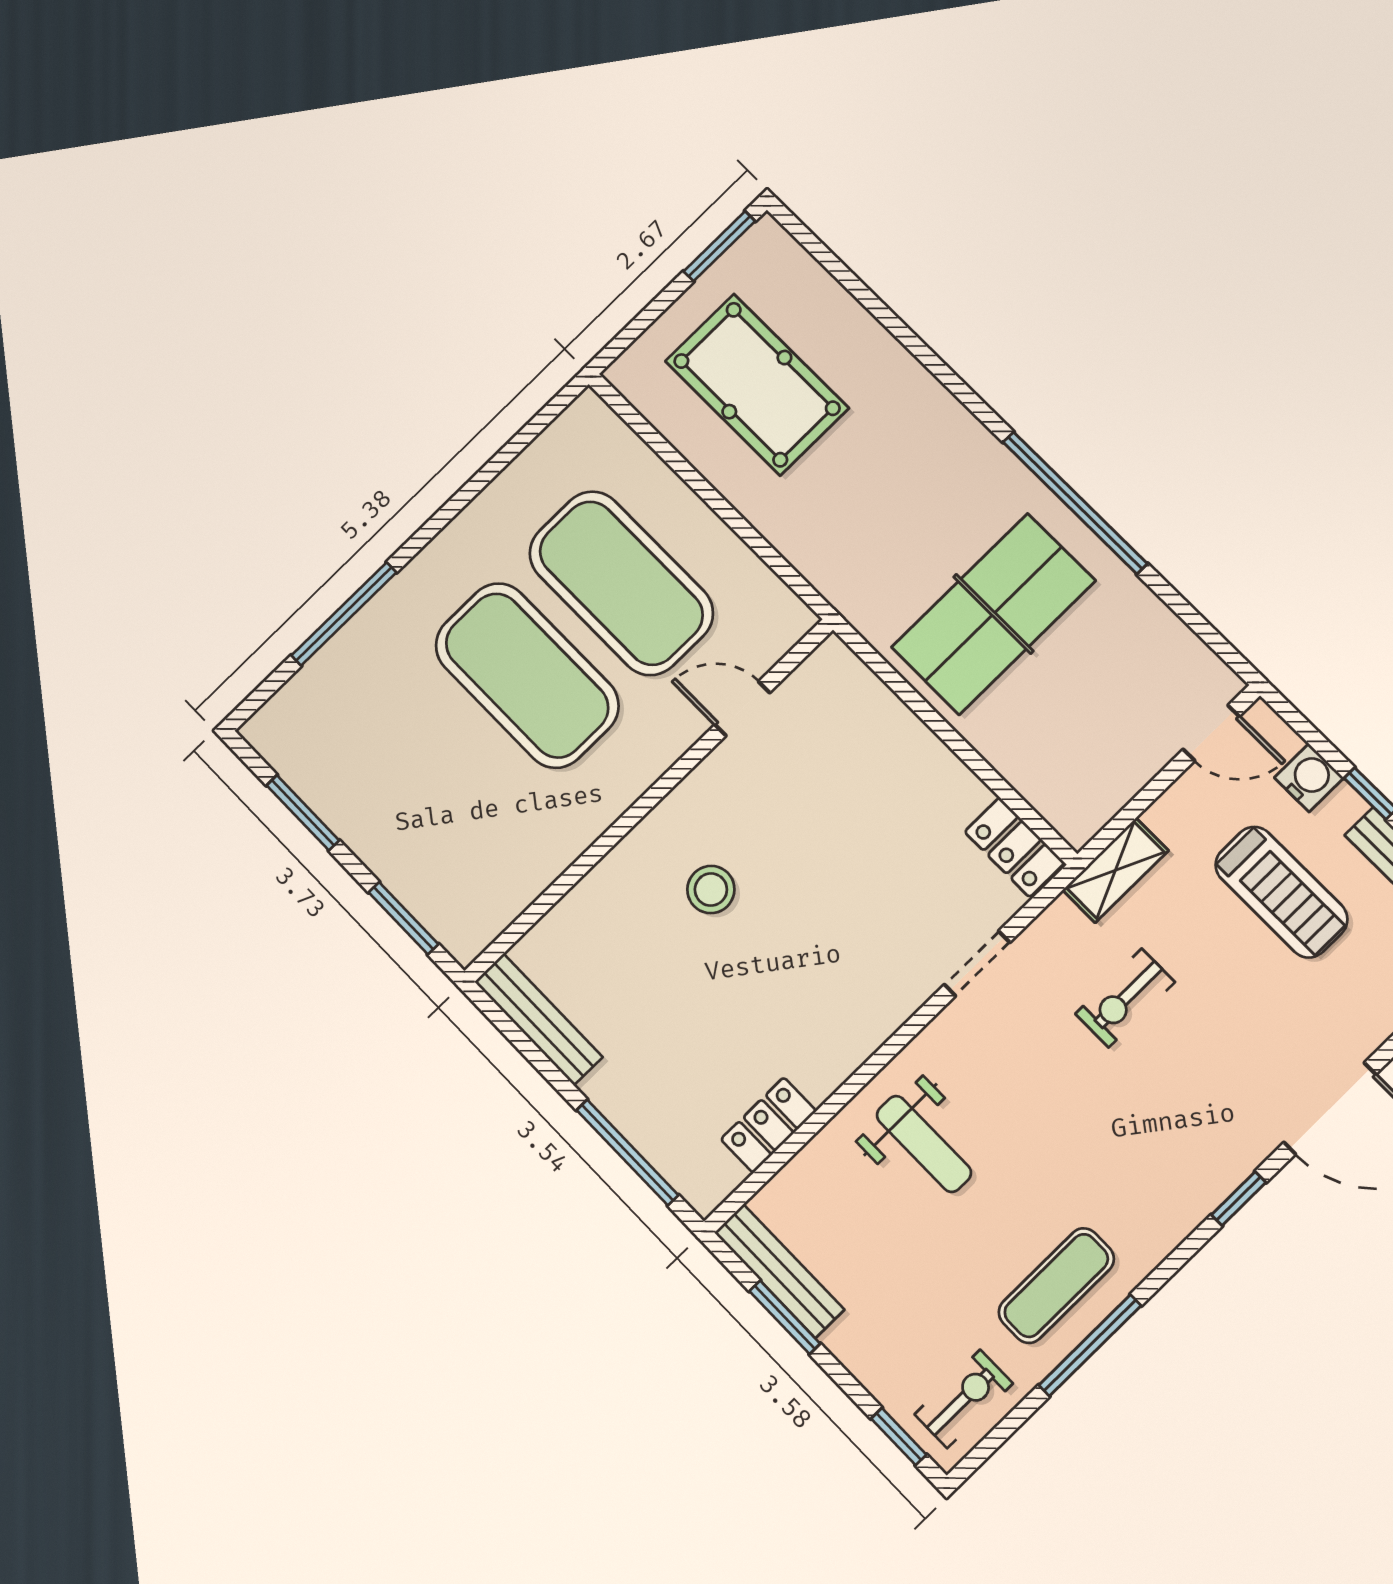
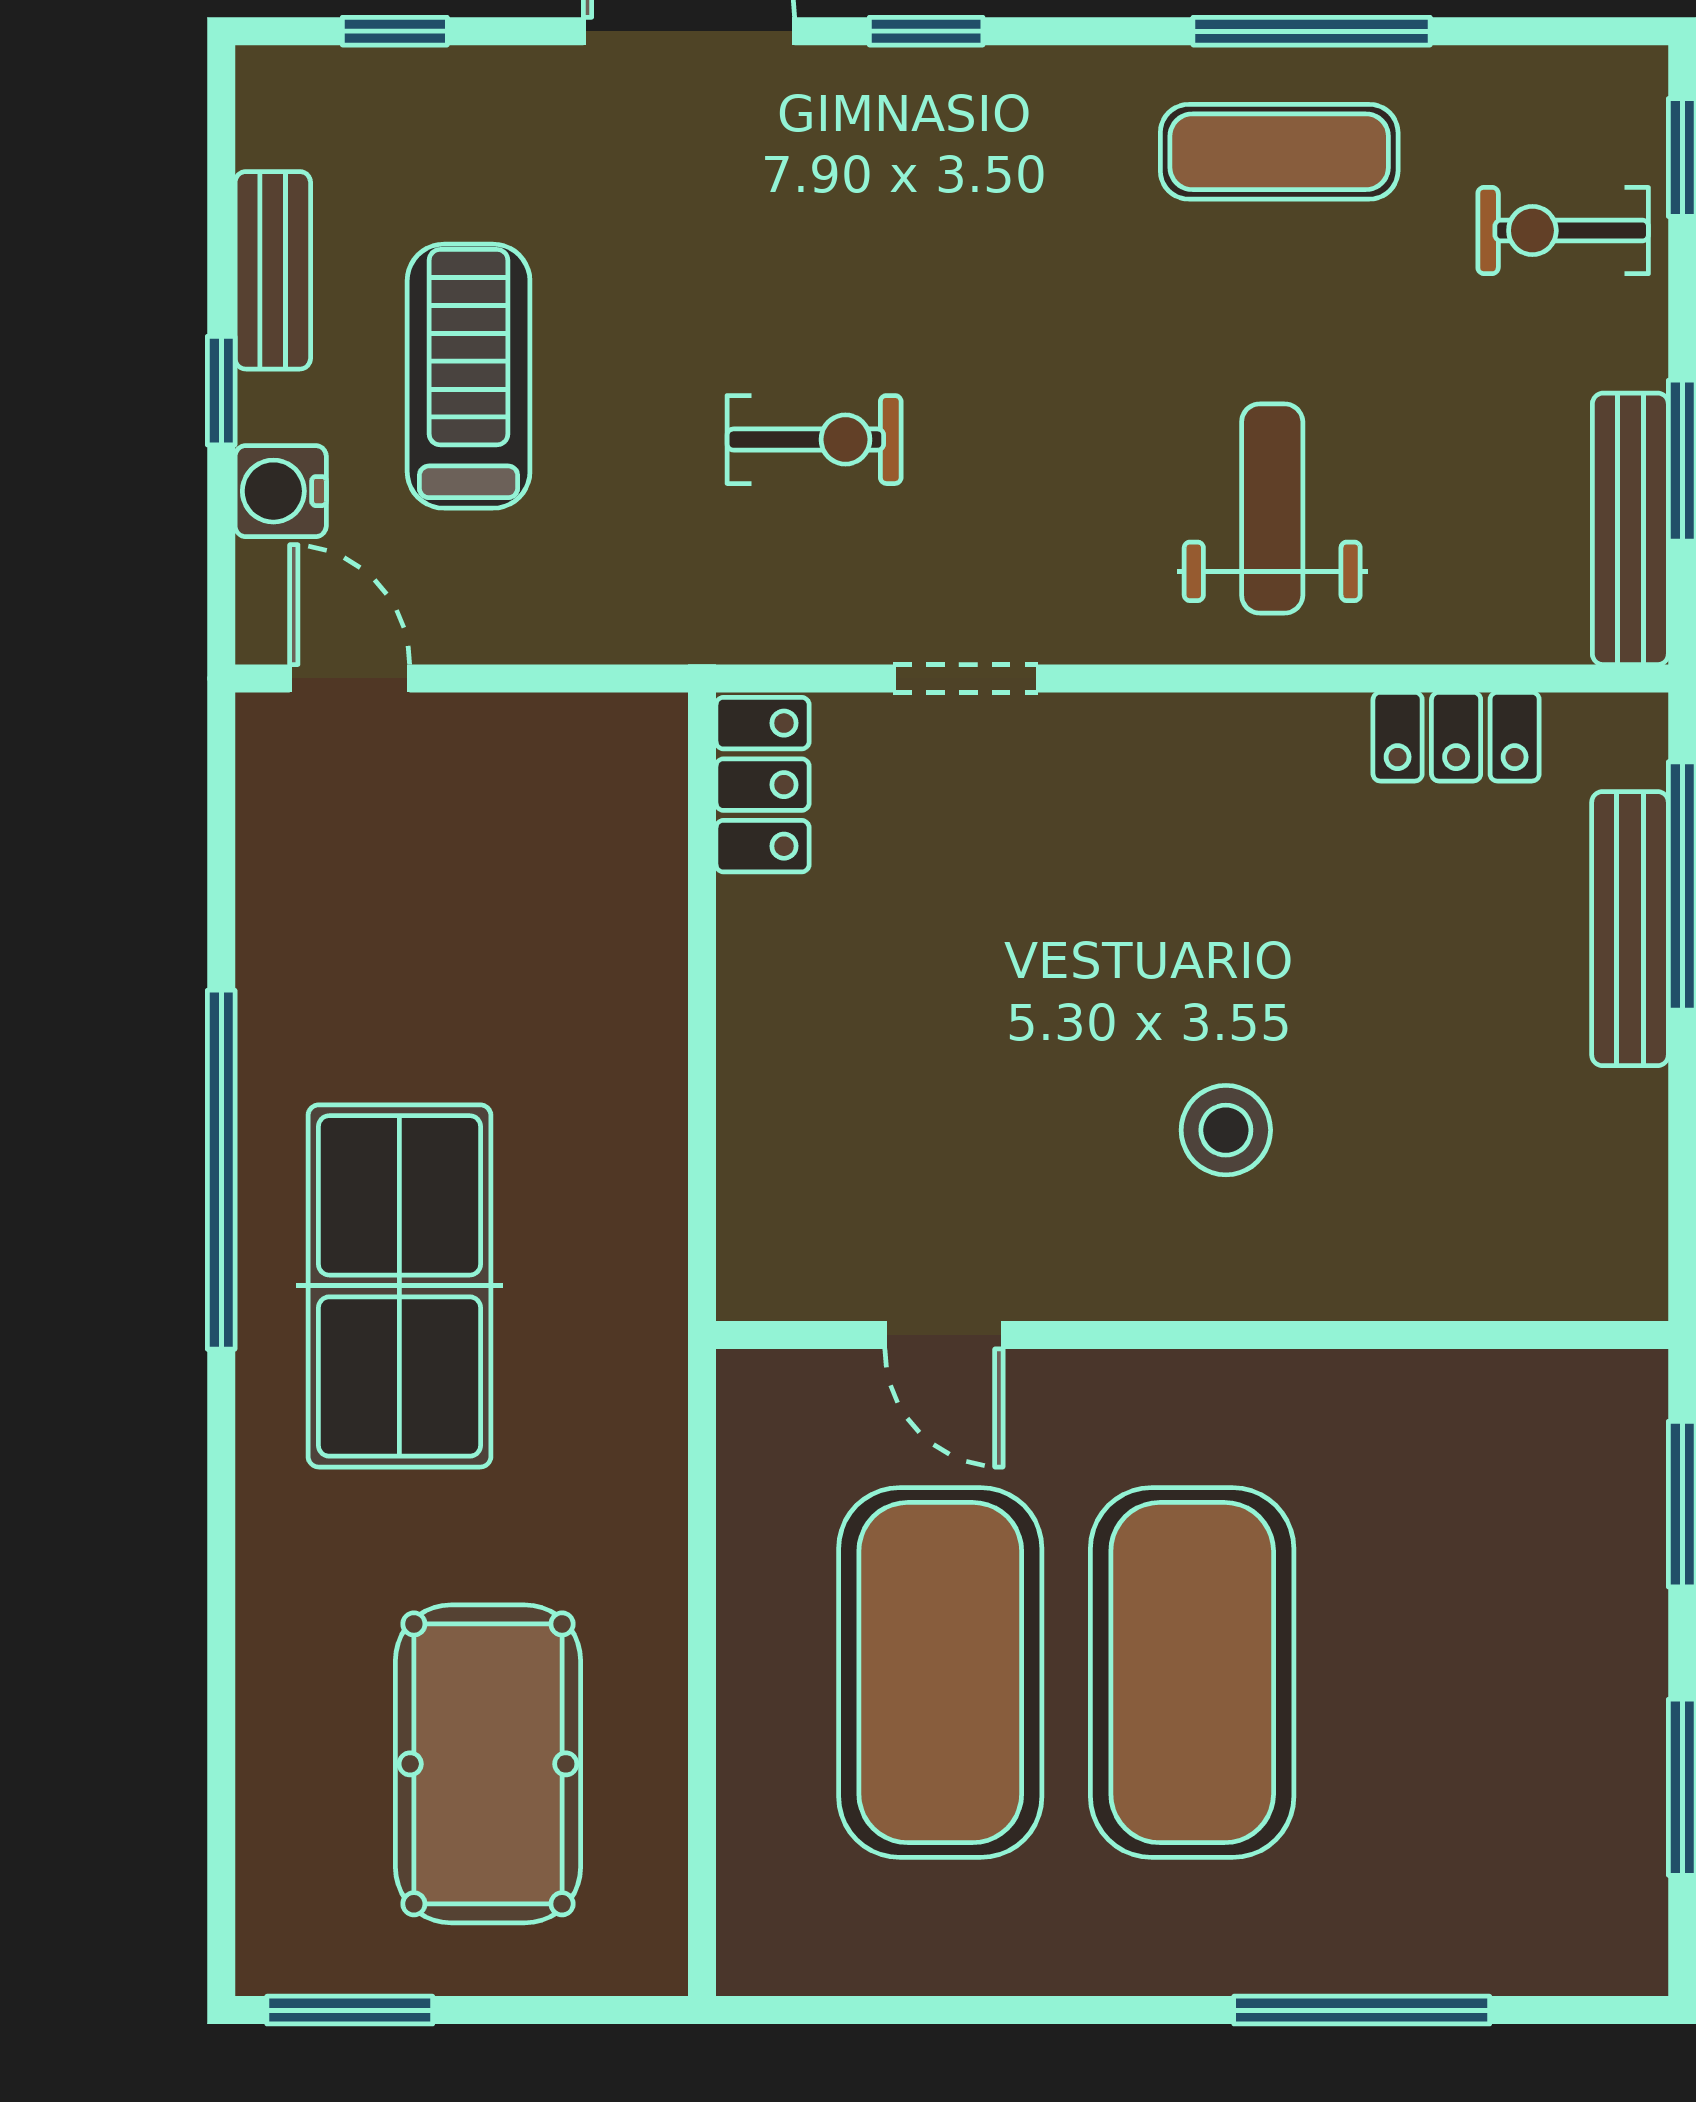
table tennis table: (993, 614) -> (399, 1286), moved, turned 90
shelving: (1115, 870) -> (659, 621), removed
bench: (538, 1019) -> (1630, 929), moved
exercise bike: (964, 1399) -> (1563, 231), moved

